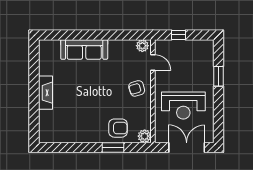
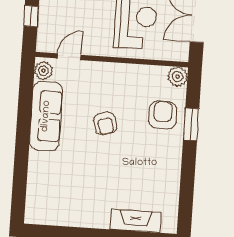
sofa: (84, 50) -> (46, 116), moved
armchair: (137, 88) -> (105, 123), moved
fireplace: (45, 93) -> (136, 221), moved

